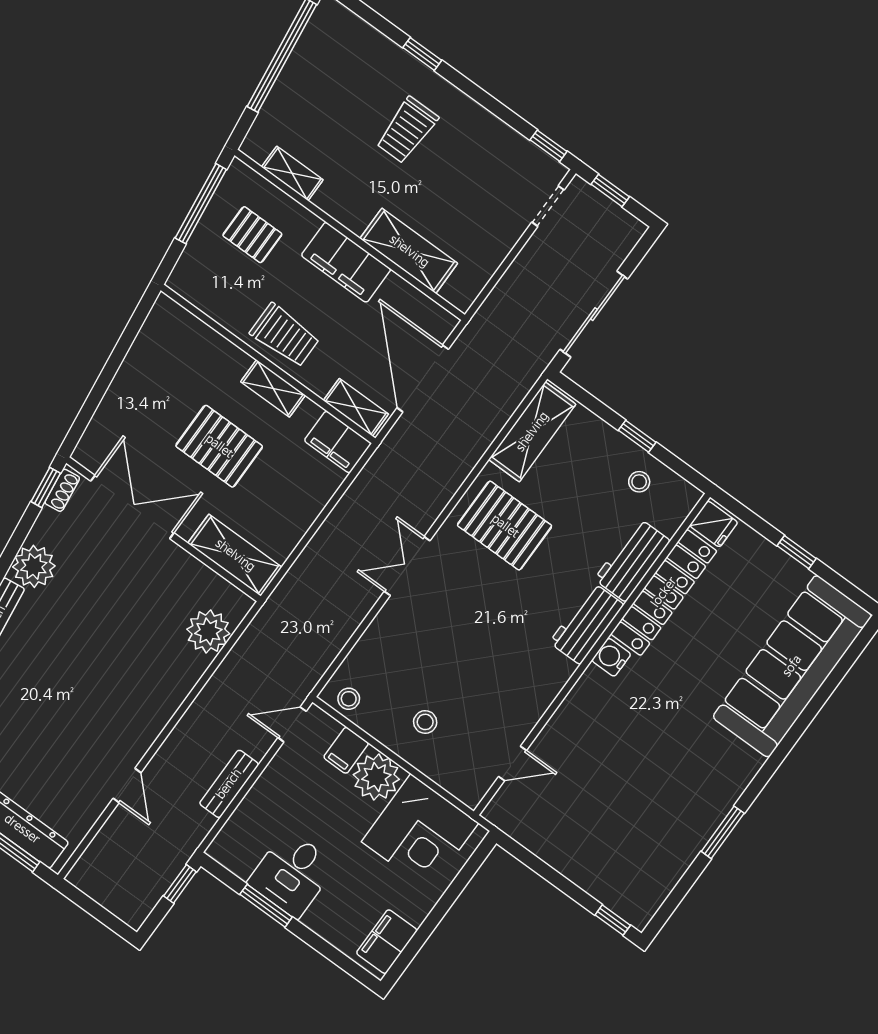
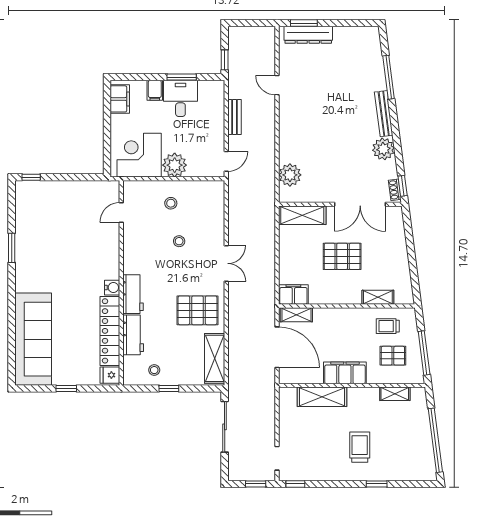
trolley: (285, 335) -> (388, 326), moved, width x0.73, depth x0.72
shelving: (273, 388) -> (378, 297), moved
stool: (349, 699) -> (179, 241), moved
filing cabinet: (346, 750) -> (155, 90), moved, turned 180

